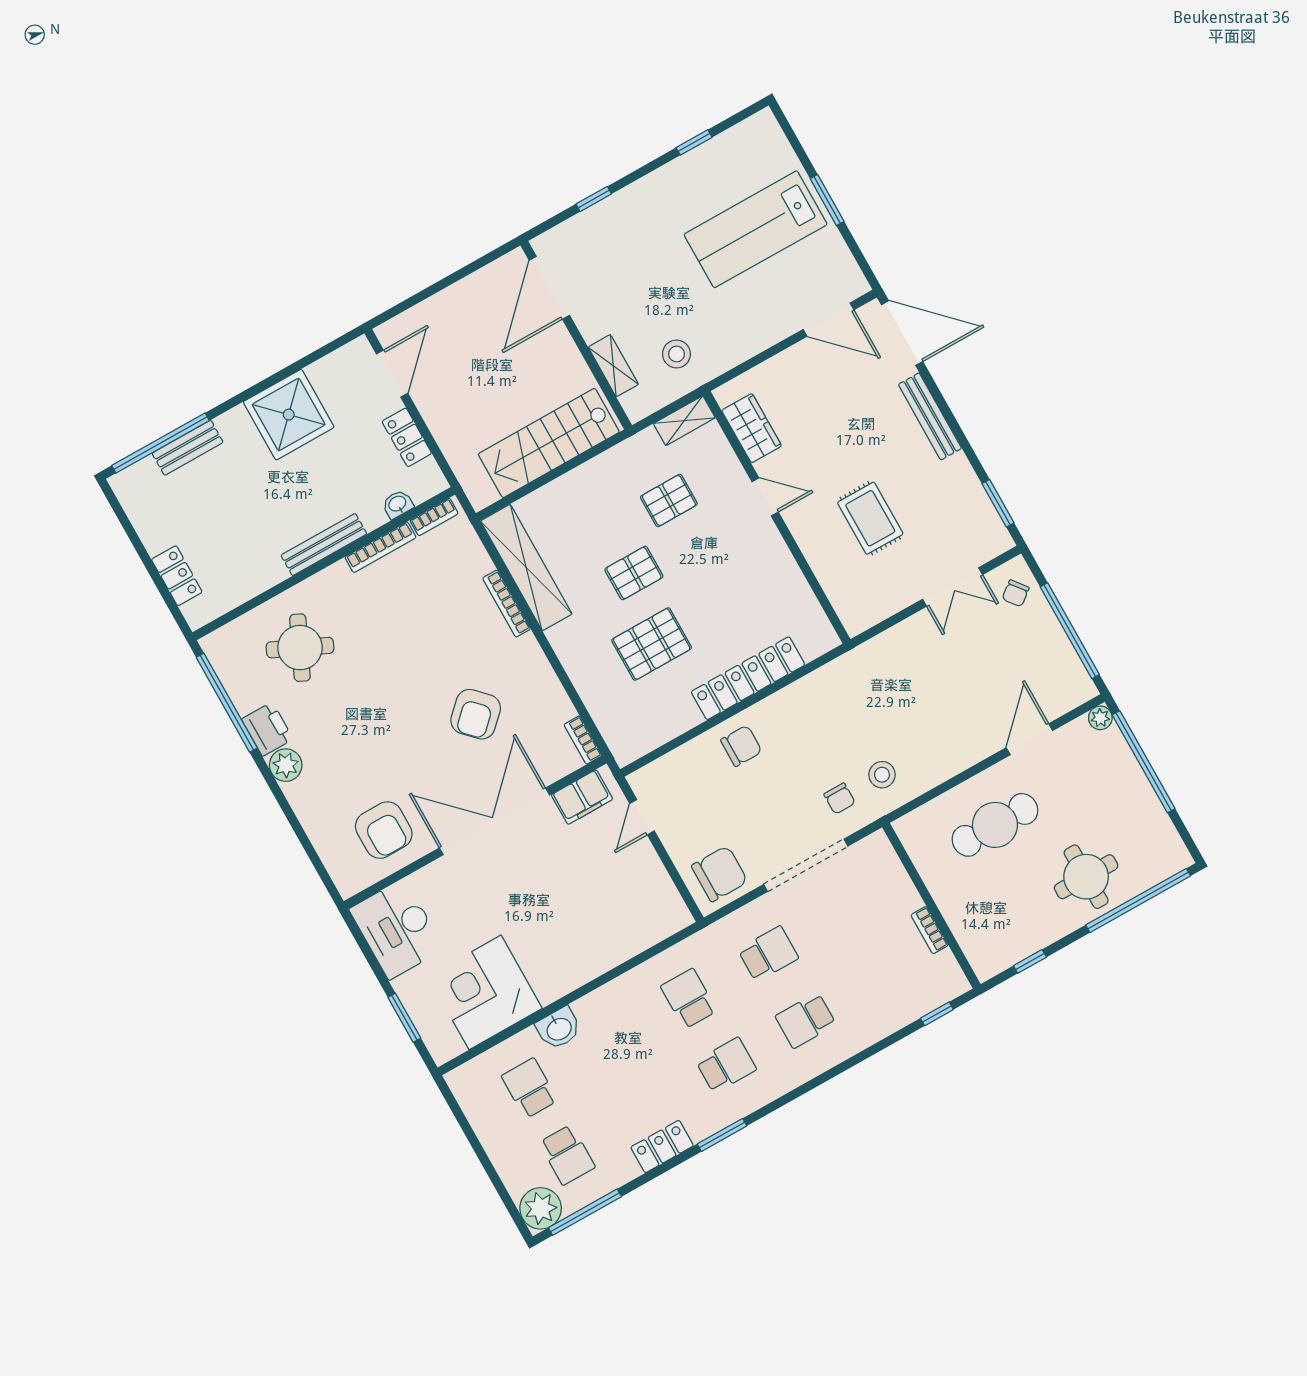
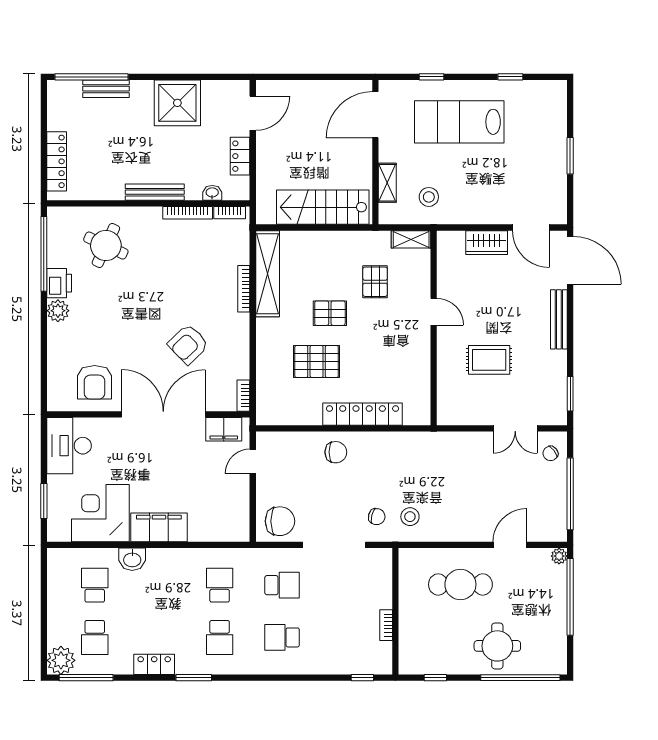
lab bench: (756, 229) -> (459, 122), moved
wardrobe: (752, 428) -> (487, 243), moved, turned 90
pallet: (669, 500) -> (375, 282), turned 90
rug: (870, 518) -> (489, 360), turned 90
locker: (177, 576) -> (57, 161), width x1.53
chair: (840, 799) -> (377, 517), turned -76
filing cabinet: (570, 969) -> (159, 527), added
school desk: (726, 1065) -> (220, 637), turned 90

